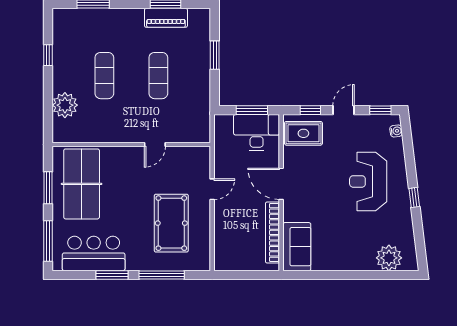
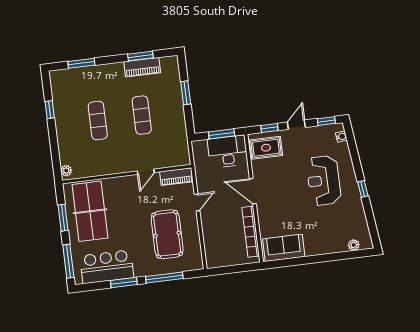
plant: (65, 105) -> (66, 171), moved, width x0.53, depth x0.53
piano: (191, 155) -> (176, 177), added
sofa: (297, 247) -> (284, 248), moved, turned -90
plant: (389, 258) -> (354, 245), width x0.53, depth x0.53

